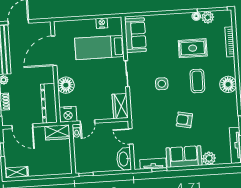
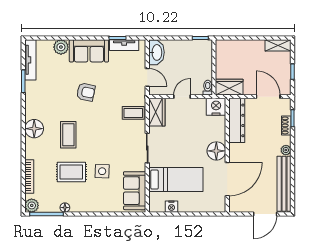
plant: (208, 17) -> (32, 205), moved
side table: (162, 84) -> (102, 171), moved
floor lamp: (66, 85) -> (216, 151), moved
coffee table: (141, 104) -> (133, 113), added
door: (87, 122) -> (182, 97), moved

